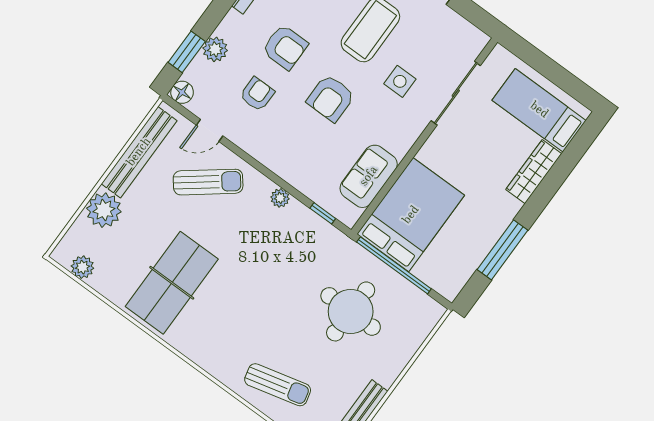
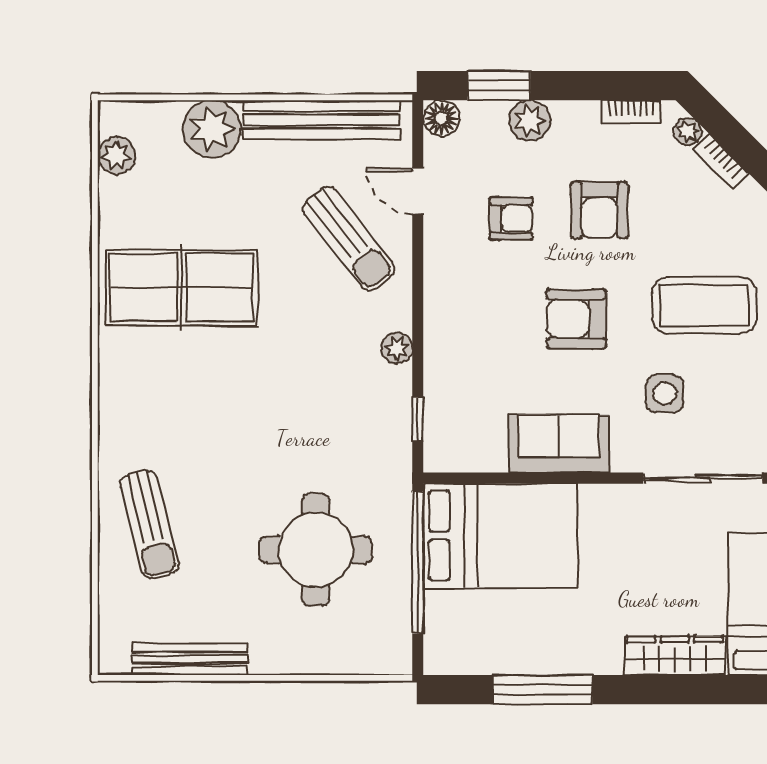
sofa: (369, 176) -> (559, 444), moved

